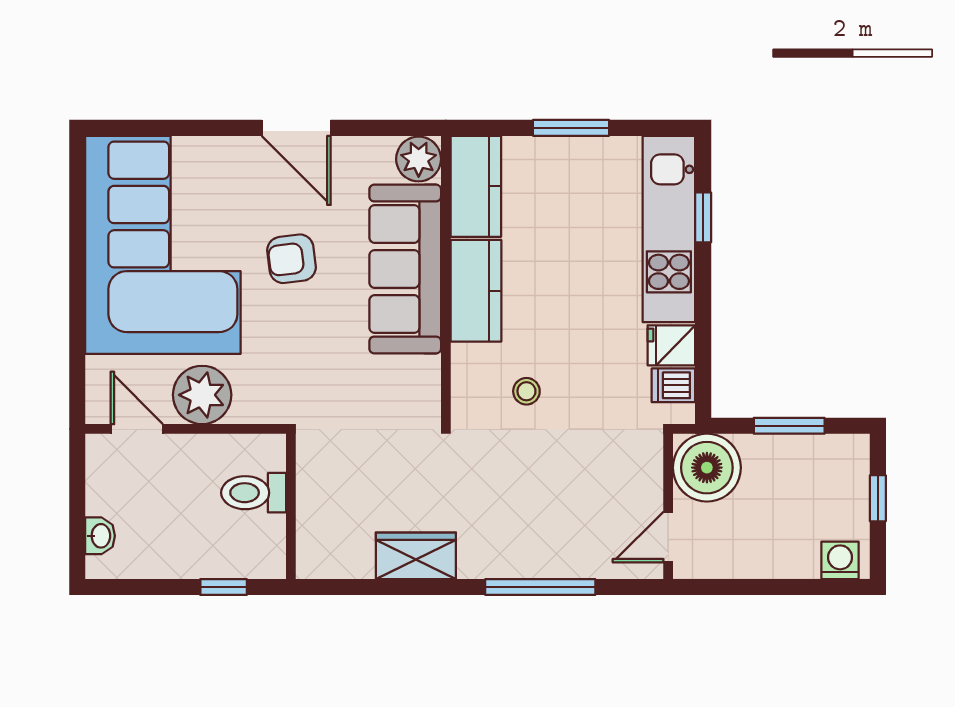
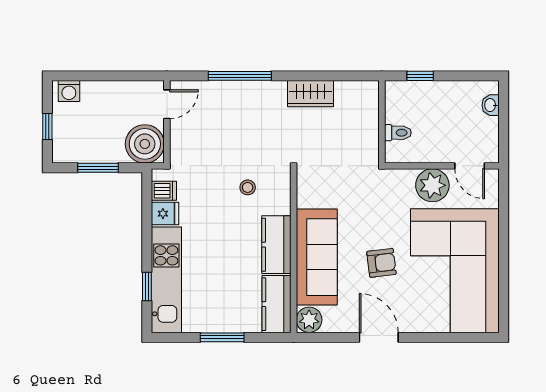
toilet: (254, 493) -> (398, 133), width x0.73, depth x0.72

